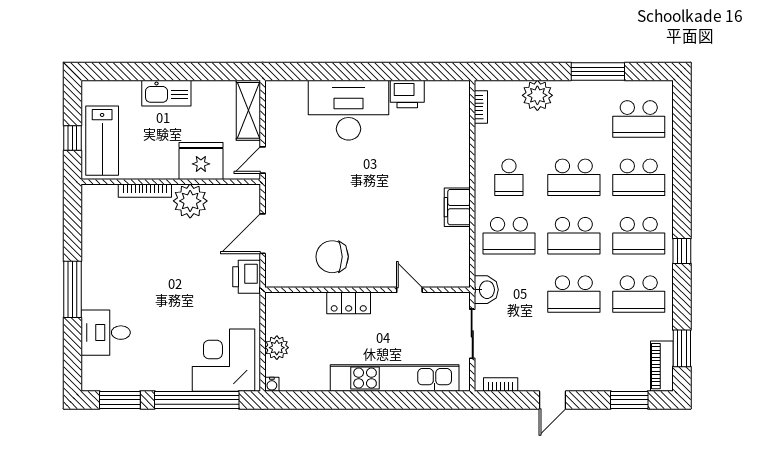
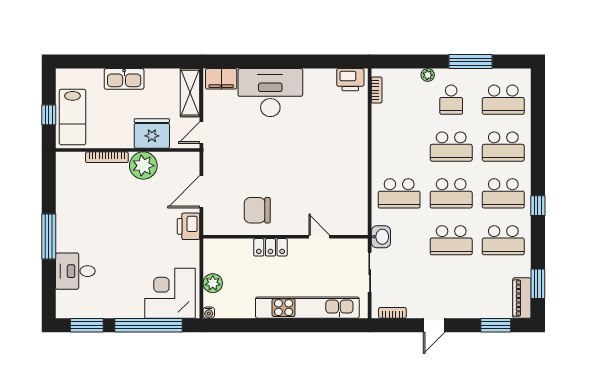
printer: (407, 94) -> (350, 80), moved
plant: (537, 95) -> (428, 75), width x0.53, depth x0.53
school desk: (509, 177) -> (451, 100), moved
filing cabinet: (457, 207) -> (221, 79), moved, turned -90

